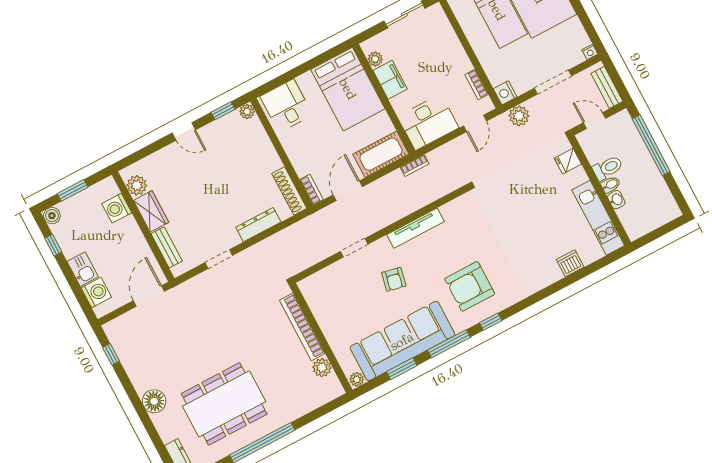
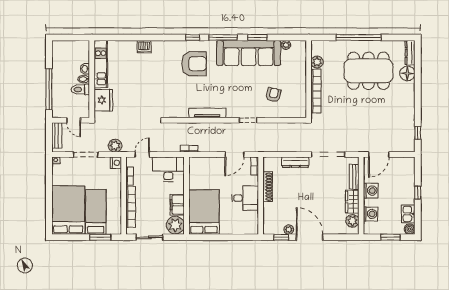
bookcase: (453, 43) -> (131, 207), added
plant: (375, 59) -> (175, 225), width x1.88, depth x1.88
desk: (286, 106) -> (245, 198), moved, turned -90
plant: (247, 111) -> (289, 230), moved
door: (184, 131) -> (310, 237), width x1.88
cot: (381, 154) -> (205, 165), removed
fridge: (568, 161) -> (103, 100), width x1.88, depth x1.34
shoe rack: (289, 191) -> (268, 187), moved
window: (53, 245) -> (418, 193), moved
doorway: (219, 259) -> (328, 154), width x1.87
dishwasher: (570, 263) -> (144, 47), moved
kitchen sink: (83, 269) -> (408, 214), moved
armchair: (394, 279) -> (274, 95), moved
washing machine: (96, 293) -> (371, 191), moved, turned 180
bookcase: (302, 327) -> (316, 91), moved
wall: (321, 338) -> (309, 79), moved
plant: (322, 368) -> (317, 62), moved
floor lamp: (154, 401) -> (407, 73), moved

